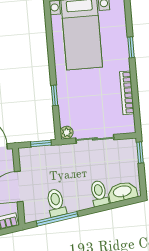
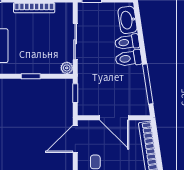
toilet: (56, 203) -> (129, 58), moved

